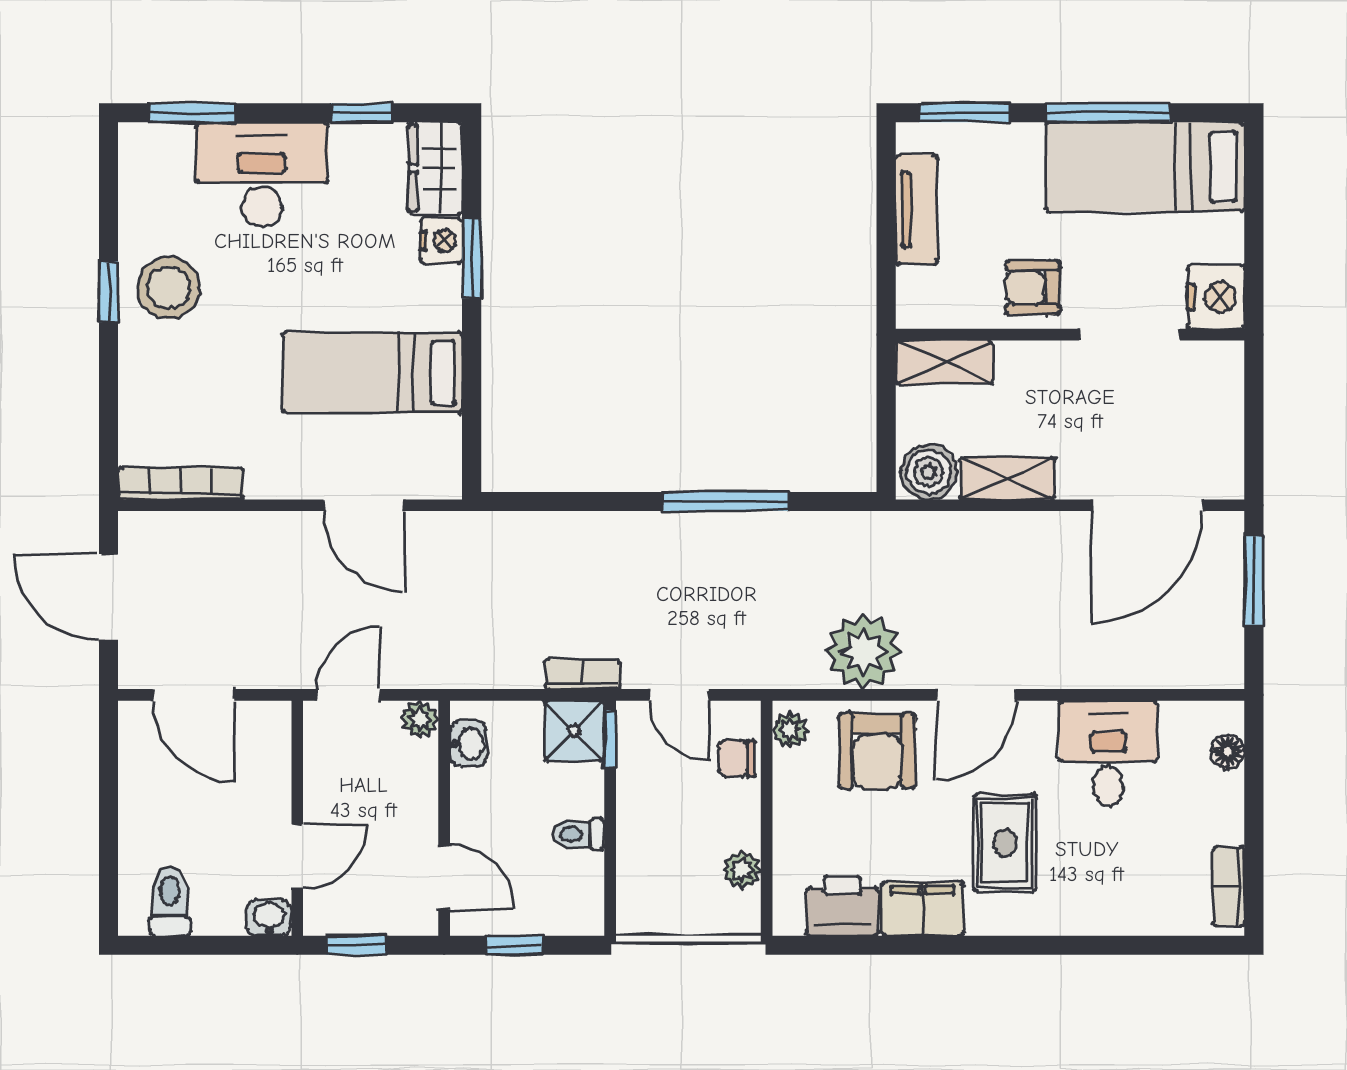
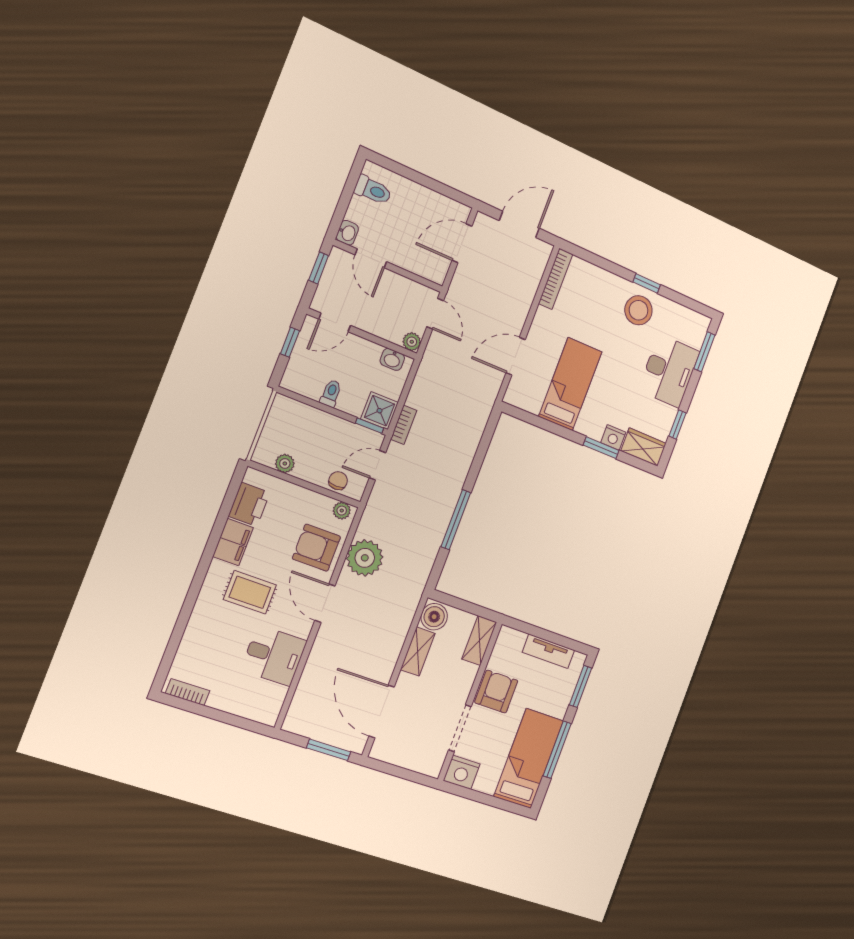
armchair: (1033, 288) -> (496, 692), width x1.38, depth x1.38
floor lamp: (1228, 752) -> (253, 712), removed

